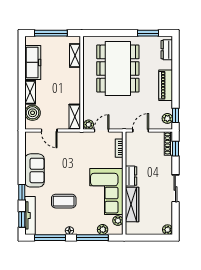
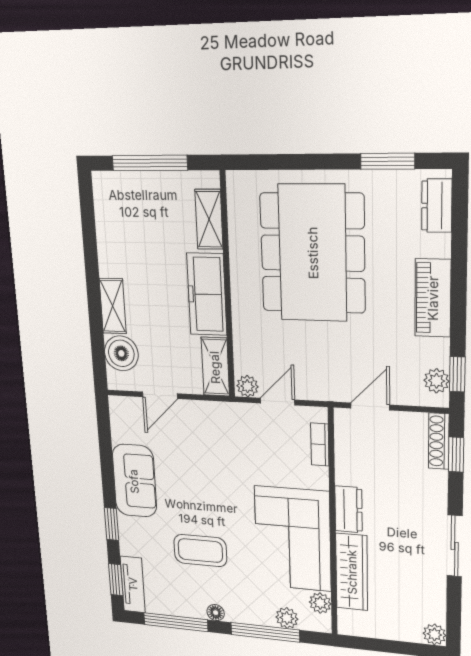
freezer: (33, 62) -> (207, 294), moved, turned 180
door: (49, 131) -> (160, 395), hinge flipped
tv unit: (30, 215) -> (133, 584), width x0.71

